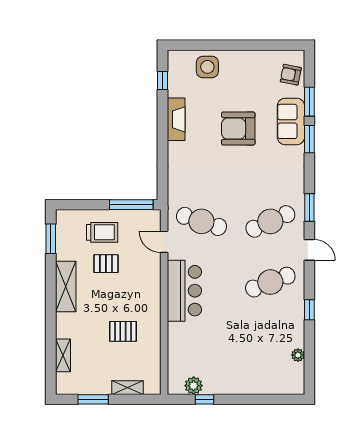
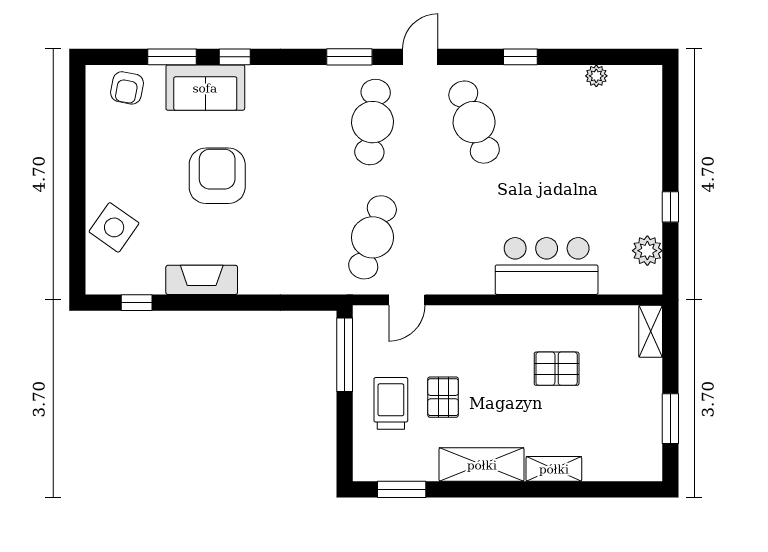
side table: (207, 67) -> (114, 227), turned 35
armchair: (238, 129) -> (217, 176), turned 180
window: (309, 139) -> (235, 57), width x0.67
cafe table: (270, 221) -> (373, 122), turned 30
bar counter: (184, 291) -> (547, 266), moved
pallet: (123, 331) -> (557, 369), turned 90
shelving: (63, 355) -> (554, 469), moved
shelving: (128, 388) -> (651, 331), moved
window: (204, 399) -> (670, 207), moved

